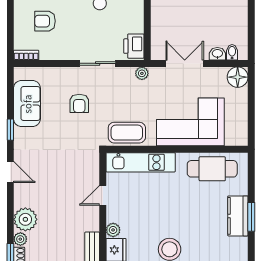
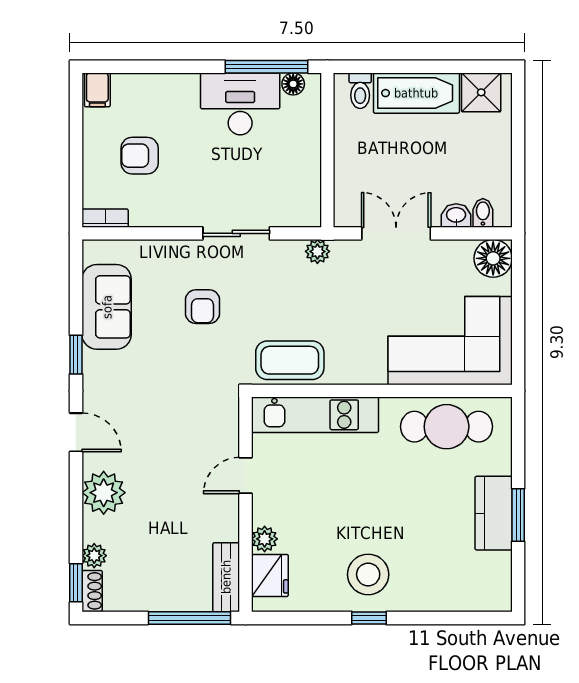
printer: (134, 46) -> (303, 201), removed
corner sofa: (190, 122) -> (450, 341), moved
plant: (25, 219) -> (104, 493), moved

